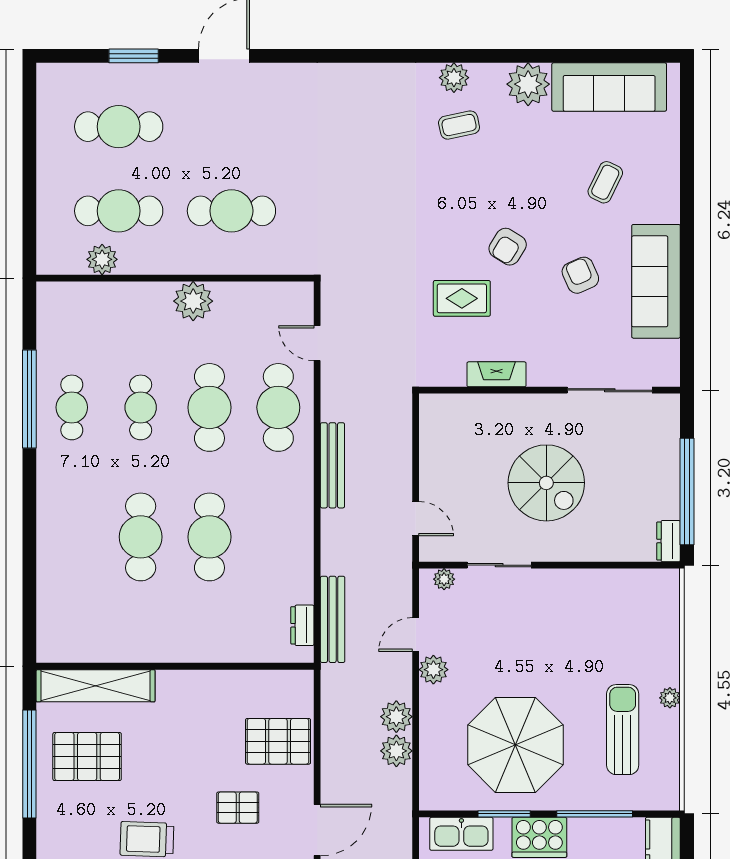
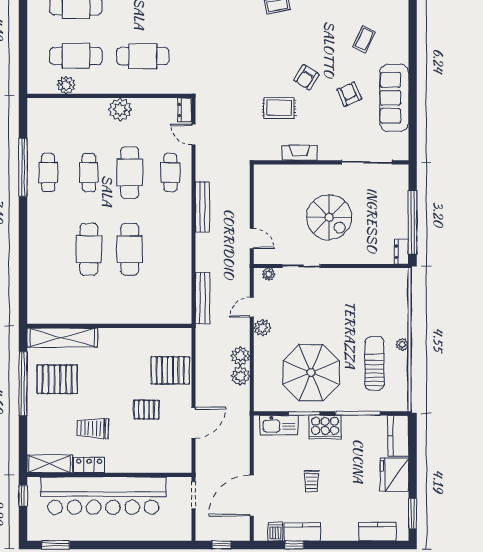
cafe table: (278, 407) -> (170, 173), width x0.73, depth x0.74
dresser: (302, 625) -> (185, 110), moved

